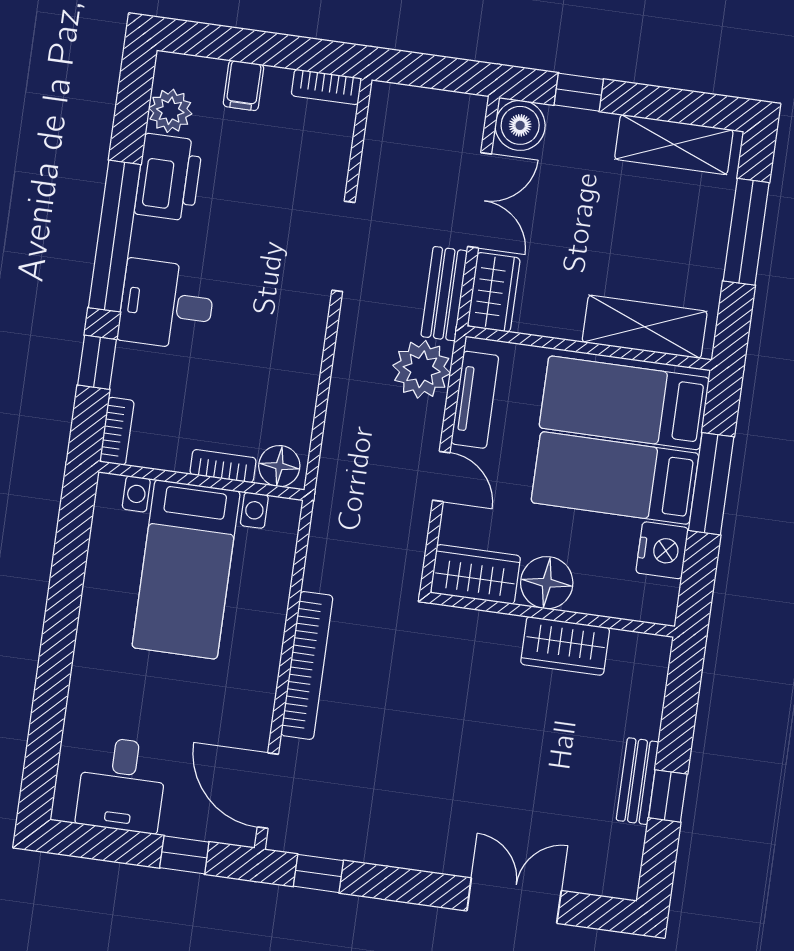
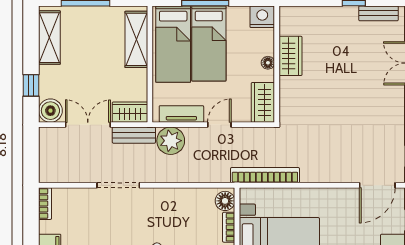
nightstand: (662, 550) -> (262, 17), moved
floor lamp: (547, 583) -> (268, 63), width x0.53, depth x0.53
bookcase: (307, 665) -> (265, 175), moved
bench: (638, 781) -> (379, 13), moved

